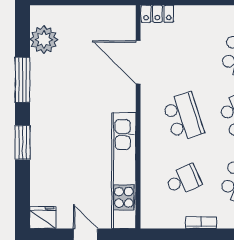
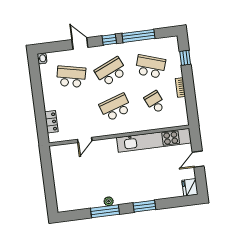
locker: (157, 14) -> (51, 122), moved
plant: (44, 40) -> (109, 201), moved, width x0.53, depth x0.53
door: (138, 62) -> (85, 140), width x0.53

